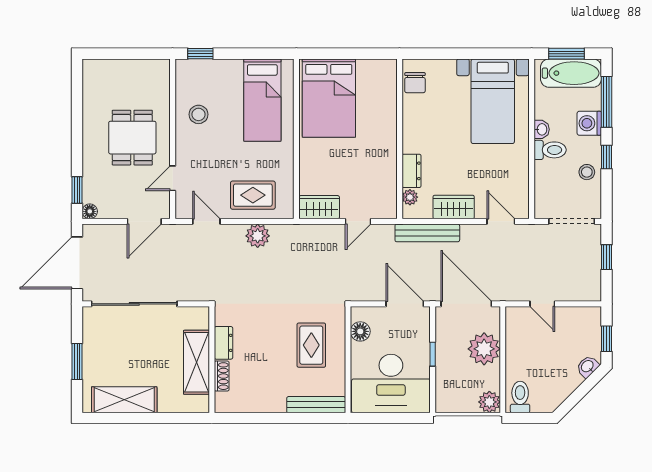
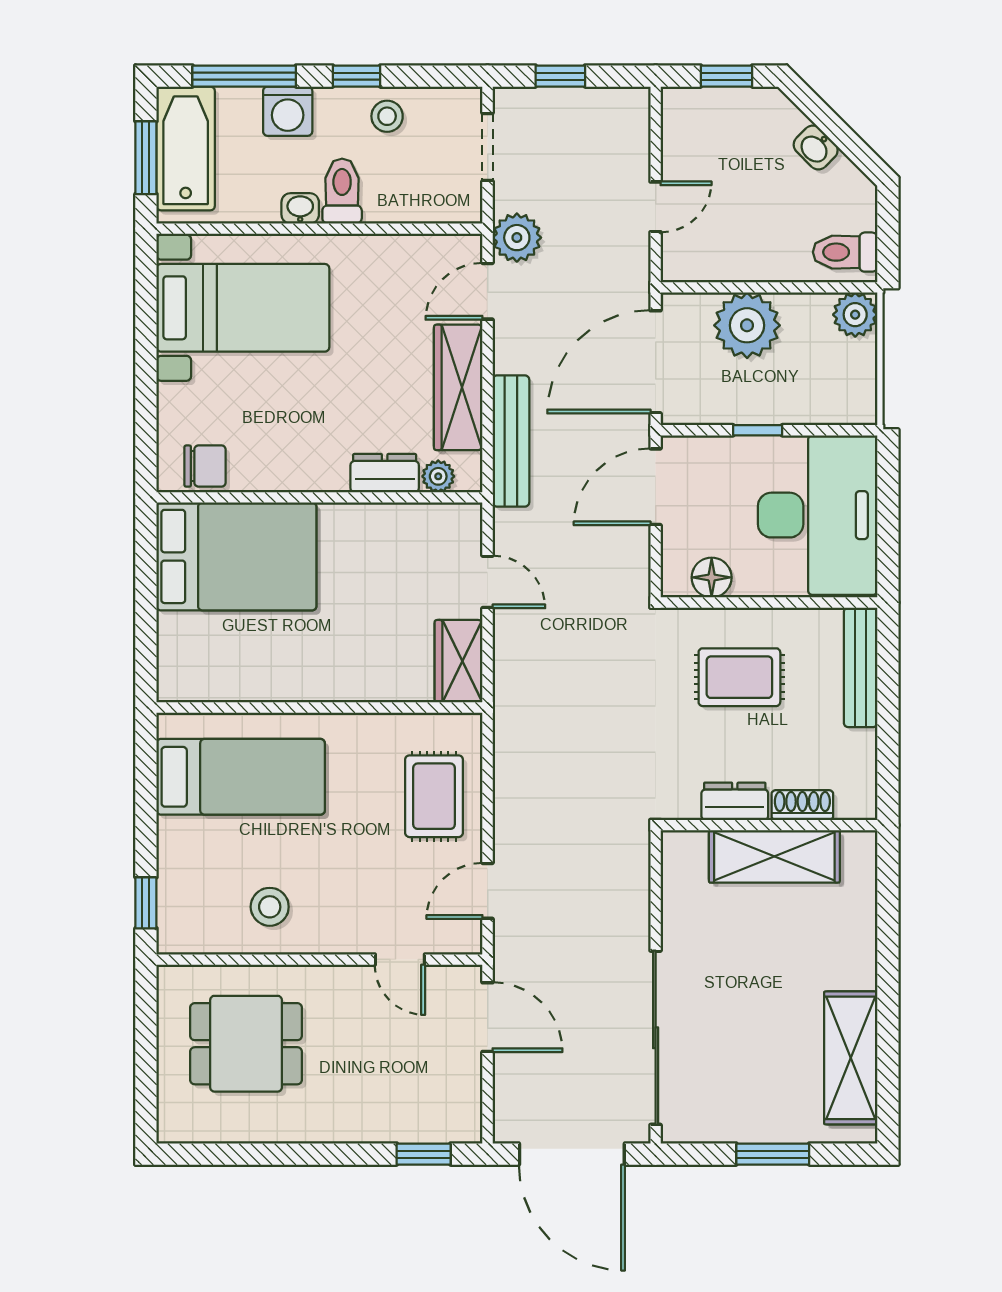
bed: (329, 98) -> (236, 556), moved
dining table: (132, 138) -> (246, 1044), moved
wardrobe: (454, 207) -> (458, 387), width x1.50
floor lamp: (90, 211) -> (467, 1128), removed
doorway: (572, 221) -> (488, 147), width x0.73
plant: (258, 236) -> (517, 238), moved
dresser: (223, 343) -> (735, 801), moved
wall: (212, 360) -> (769, 825), moved
shelving: (196, 362) -> (774, 856), moved
washbasin: (588, 366) -> (816, 147), moved
shoe rack: (222, 376) -> (802, 805), moved

